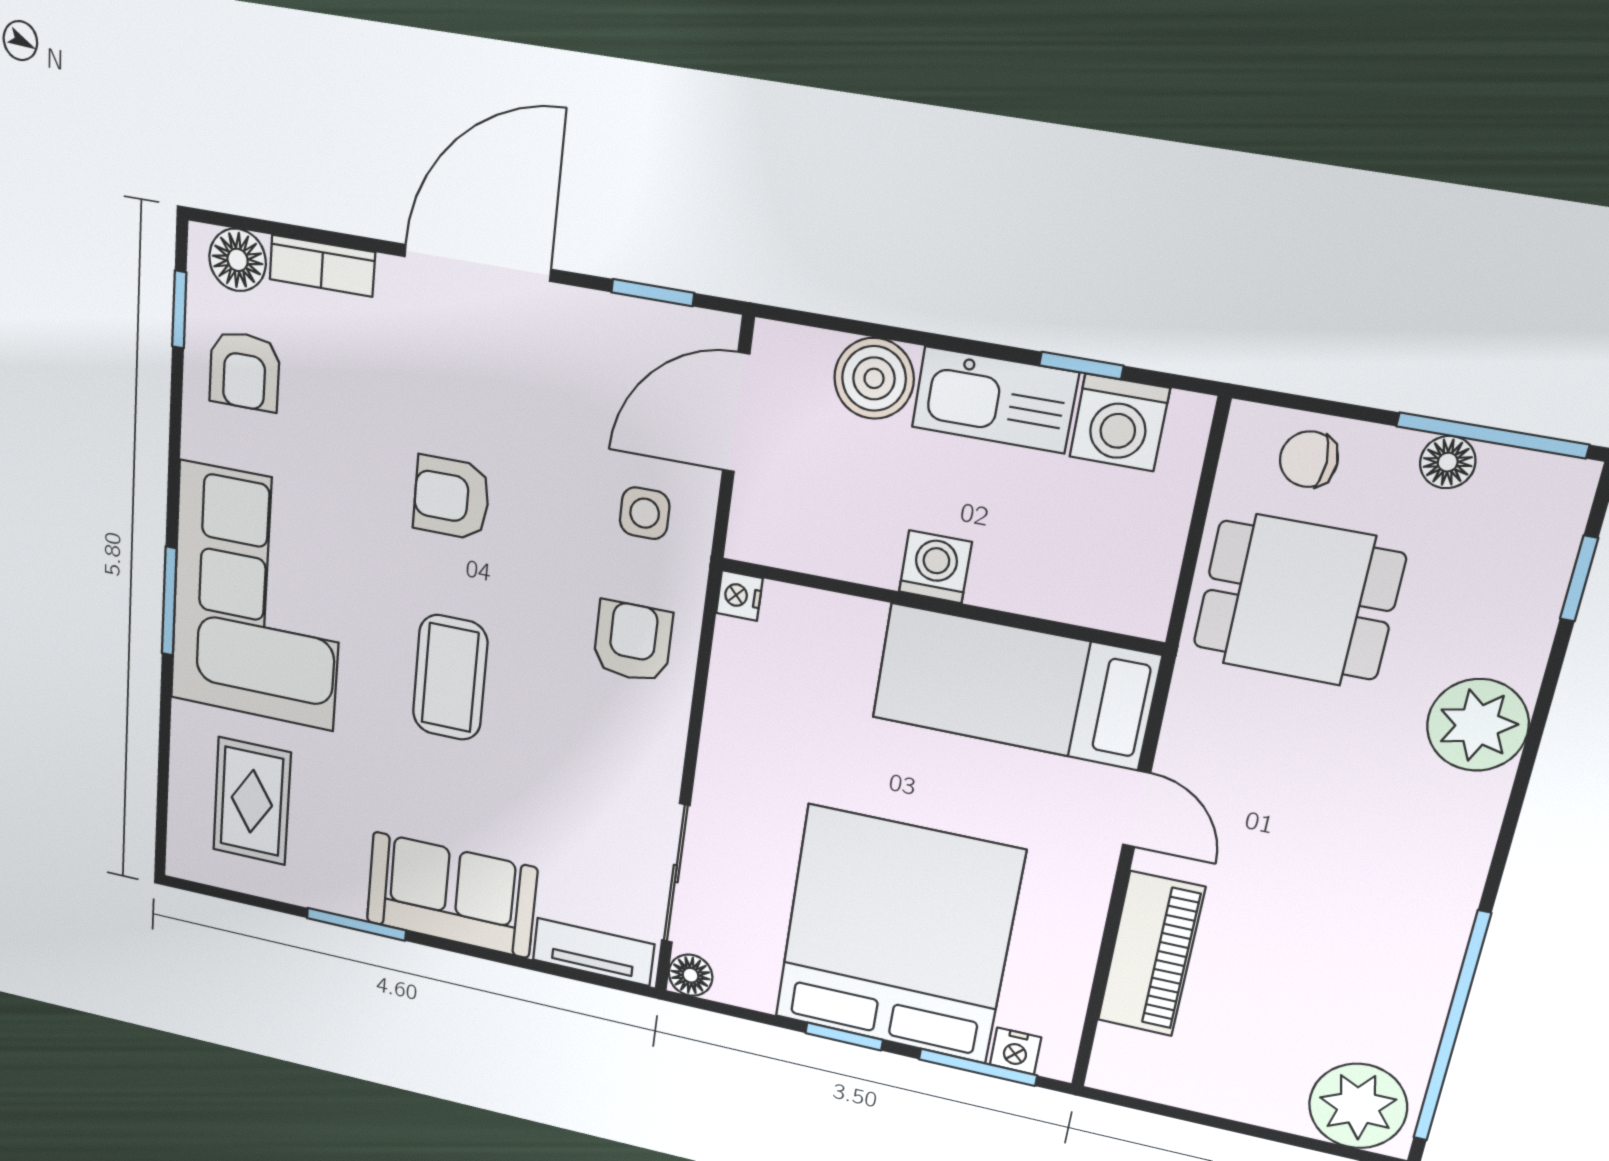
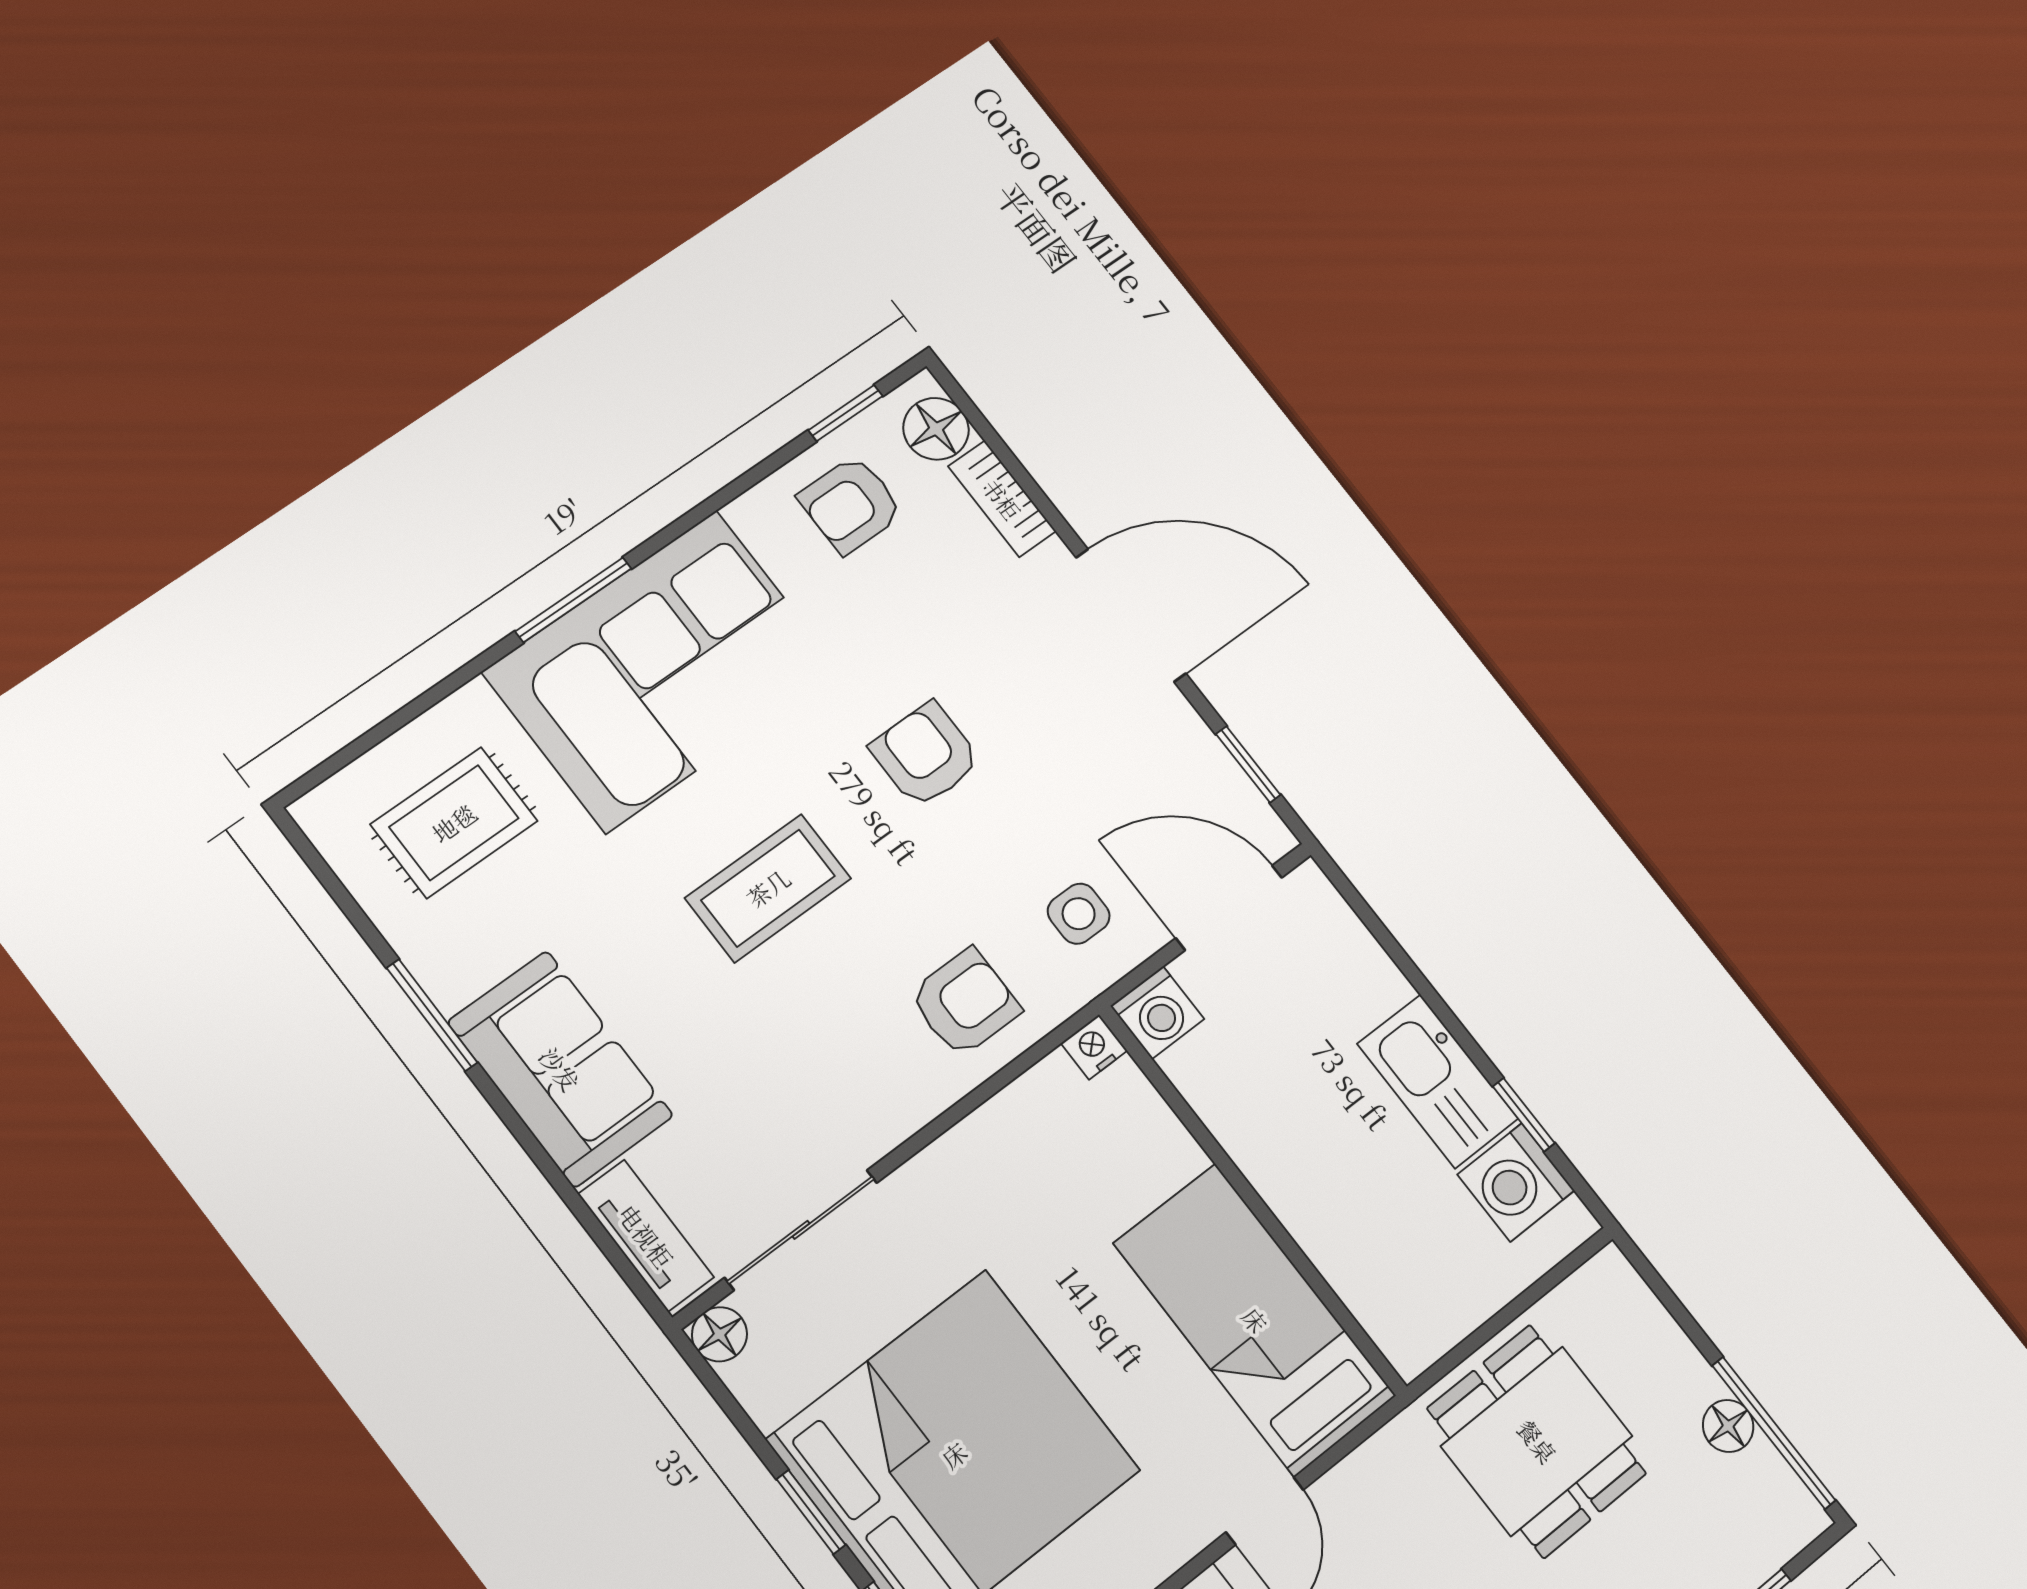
boiler: (874, 378) -> (1360, 982), removed
chair: (1309, 459) -> (1632, 1335), removed
washing machine: (935, 567) -> (1157, 1013), moved, turned 90

